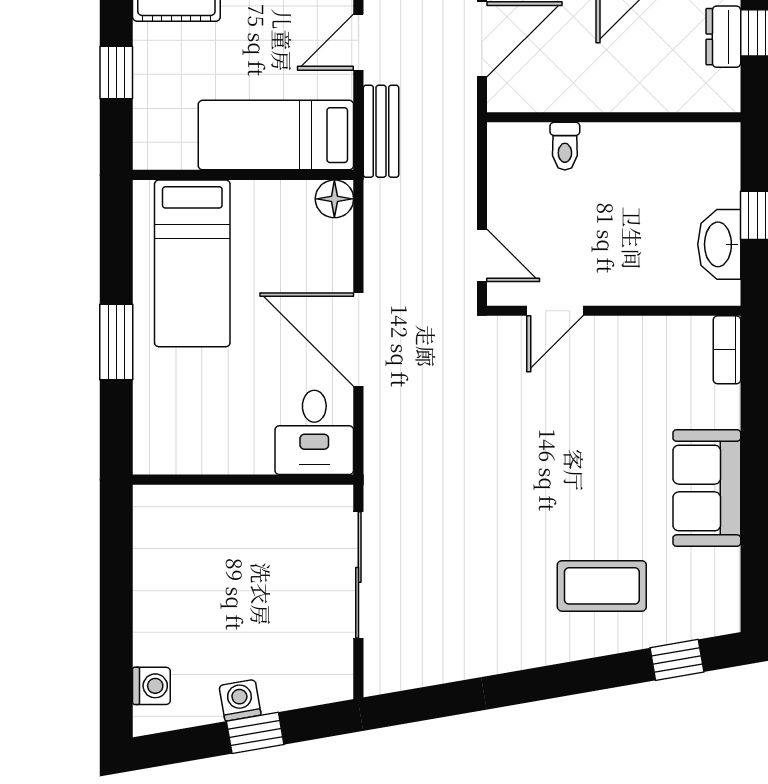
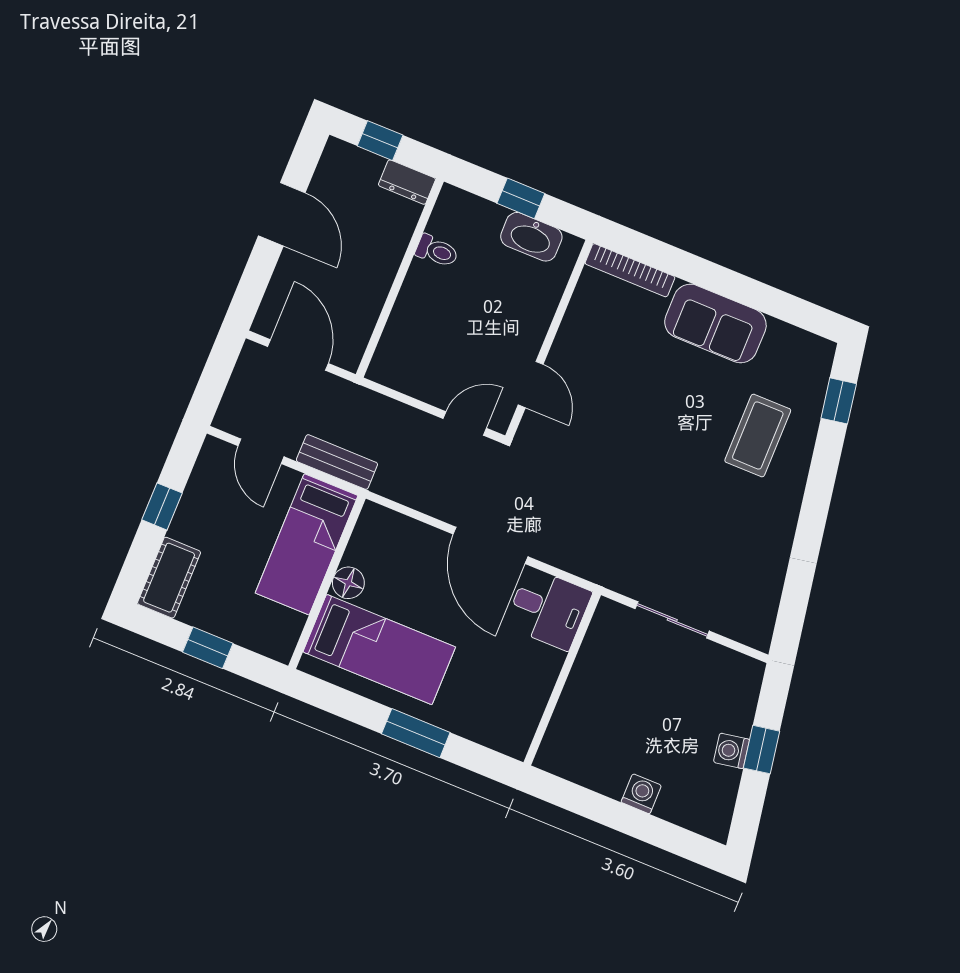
dresser: (723, 37) -> (407, 182), moved
toilet: (565, 146) -> (437, 251), moved
floor lamp: (334, 199) -> (348, 583), moved
door: (358, 339) -> (491, 545), hinge flipped
bookcase: (727, 350) -> (630, 270), width x1.56
sliding door: (358, 575) -> (672, 620), width x0.73
washing machine: (151, 686) -> (641, 794), moved

